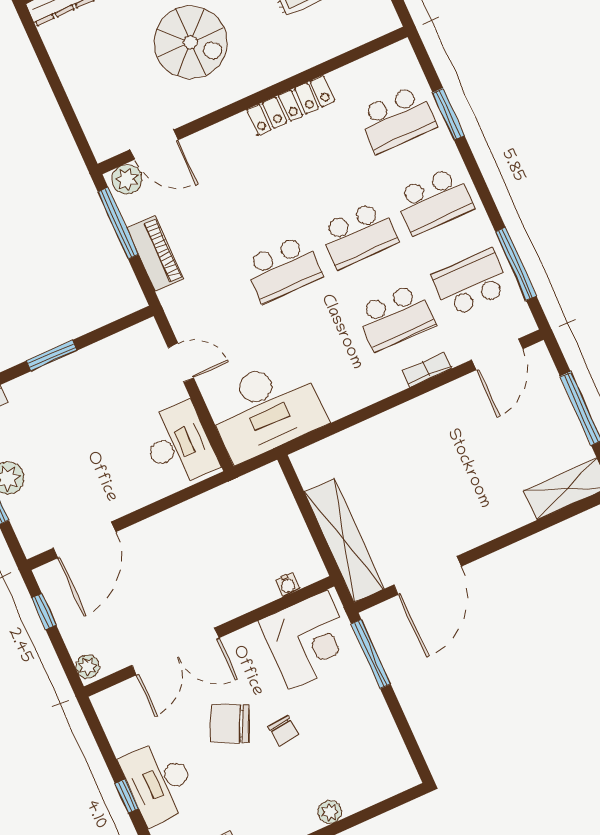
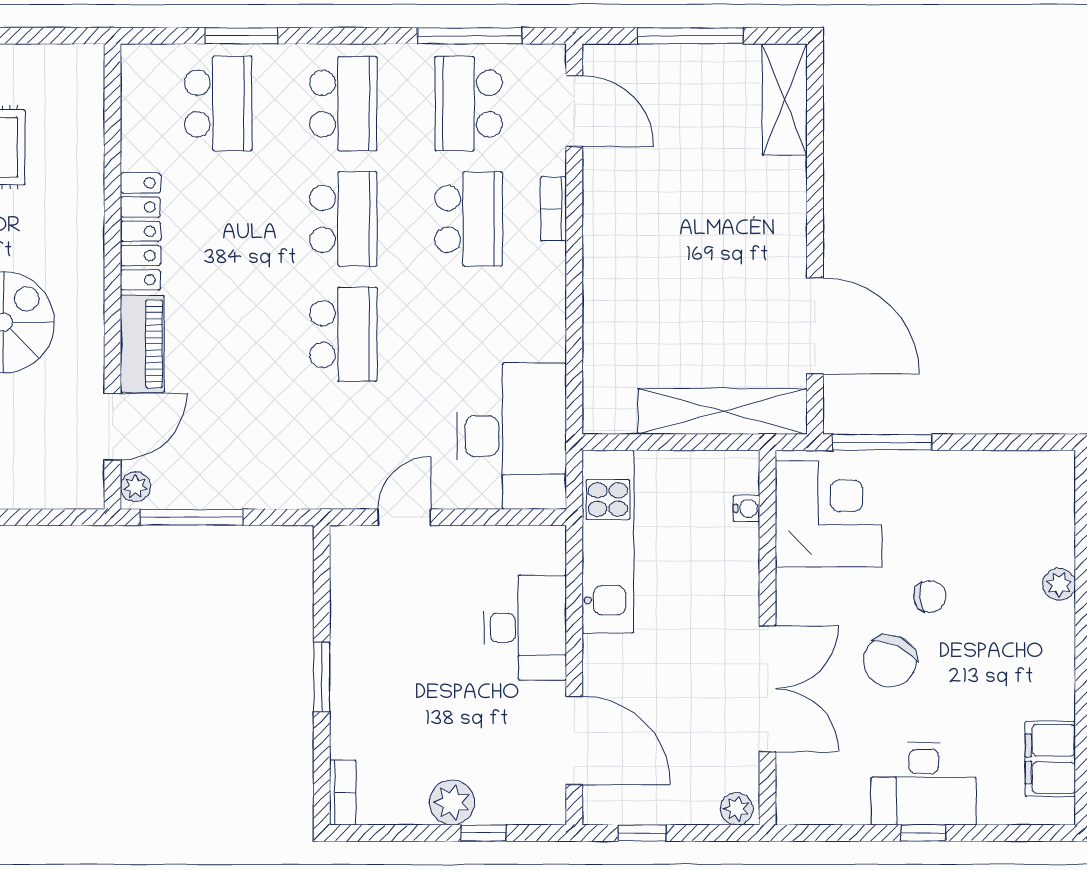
plant: (127, 179) -> (135, 487), width x0.73, depth x0.73
piano: (155, 254) -> (142, 344), moved, turned 90
desk: (179, 445) -> (525, 628), moved, turned 90
kitchen unit: (225, 503) -> (608, 542), added

